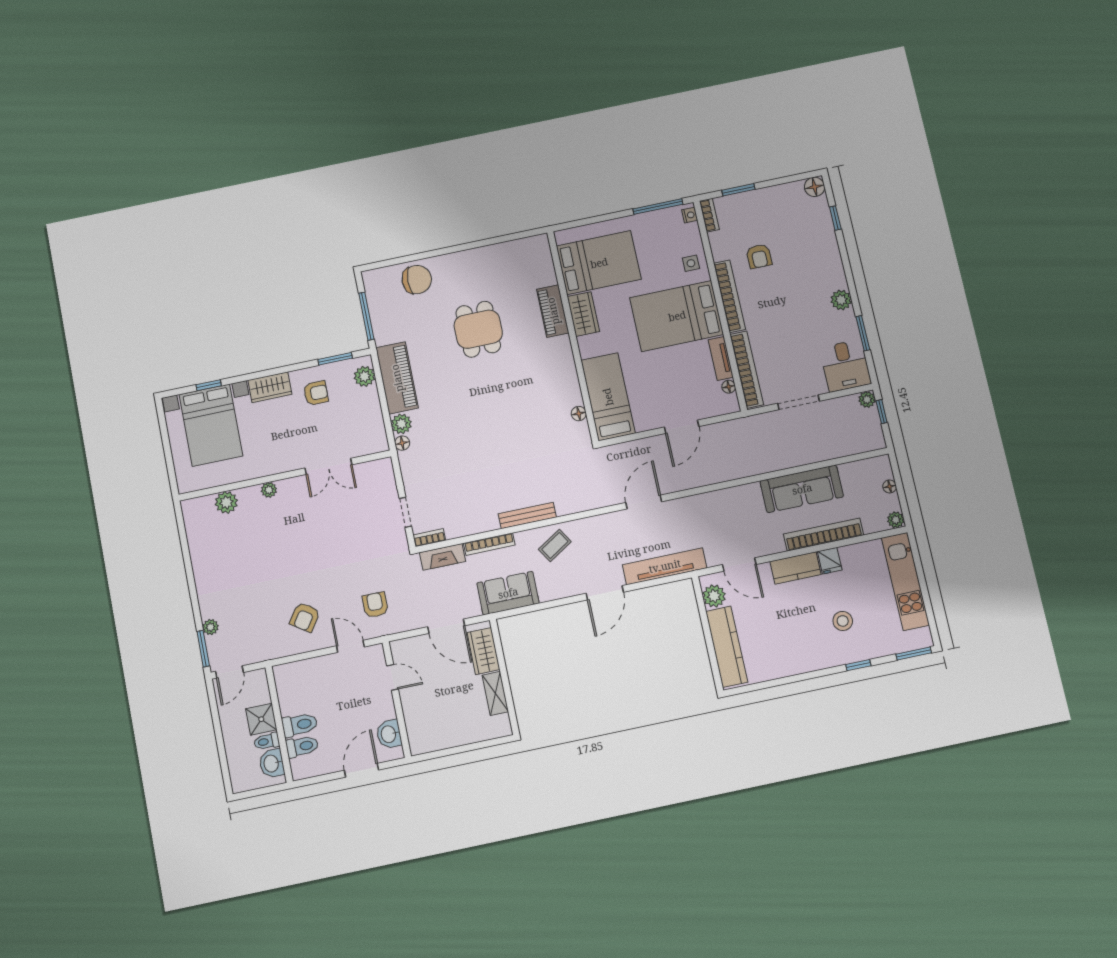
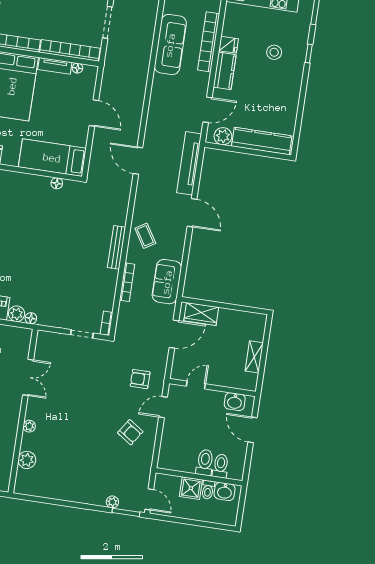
fireplace: (442, 557) -> (124, 319), removed
shelving: (495, 693) -> (254, 357), moved, turned 90

